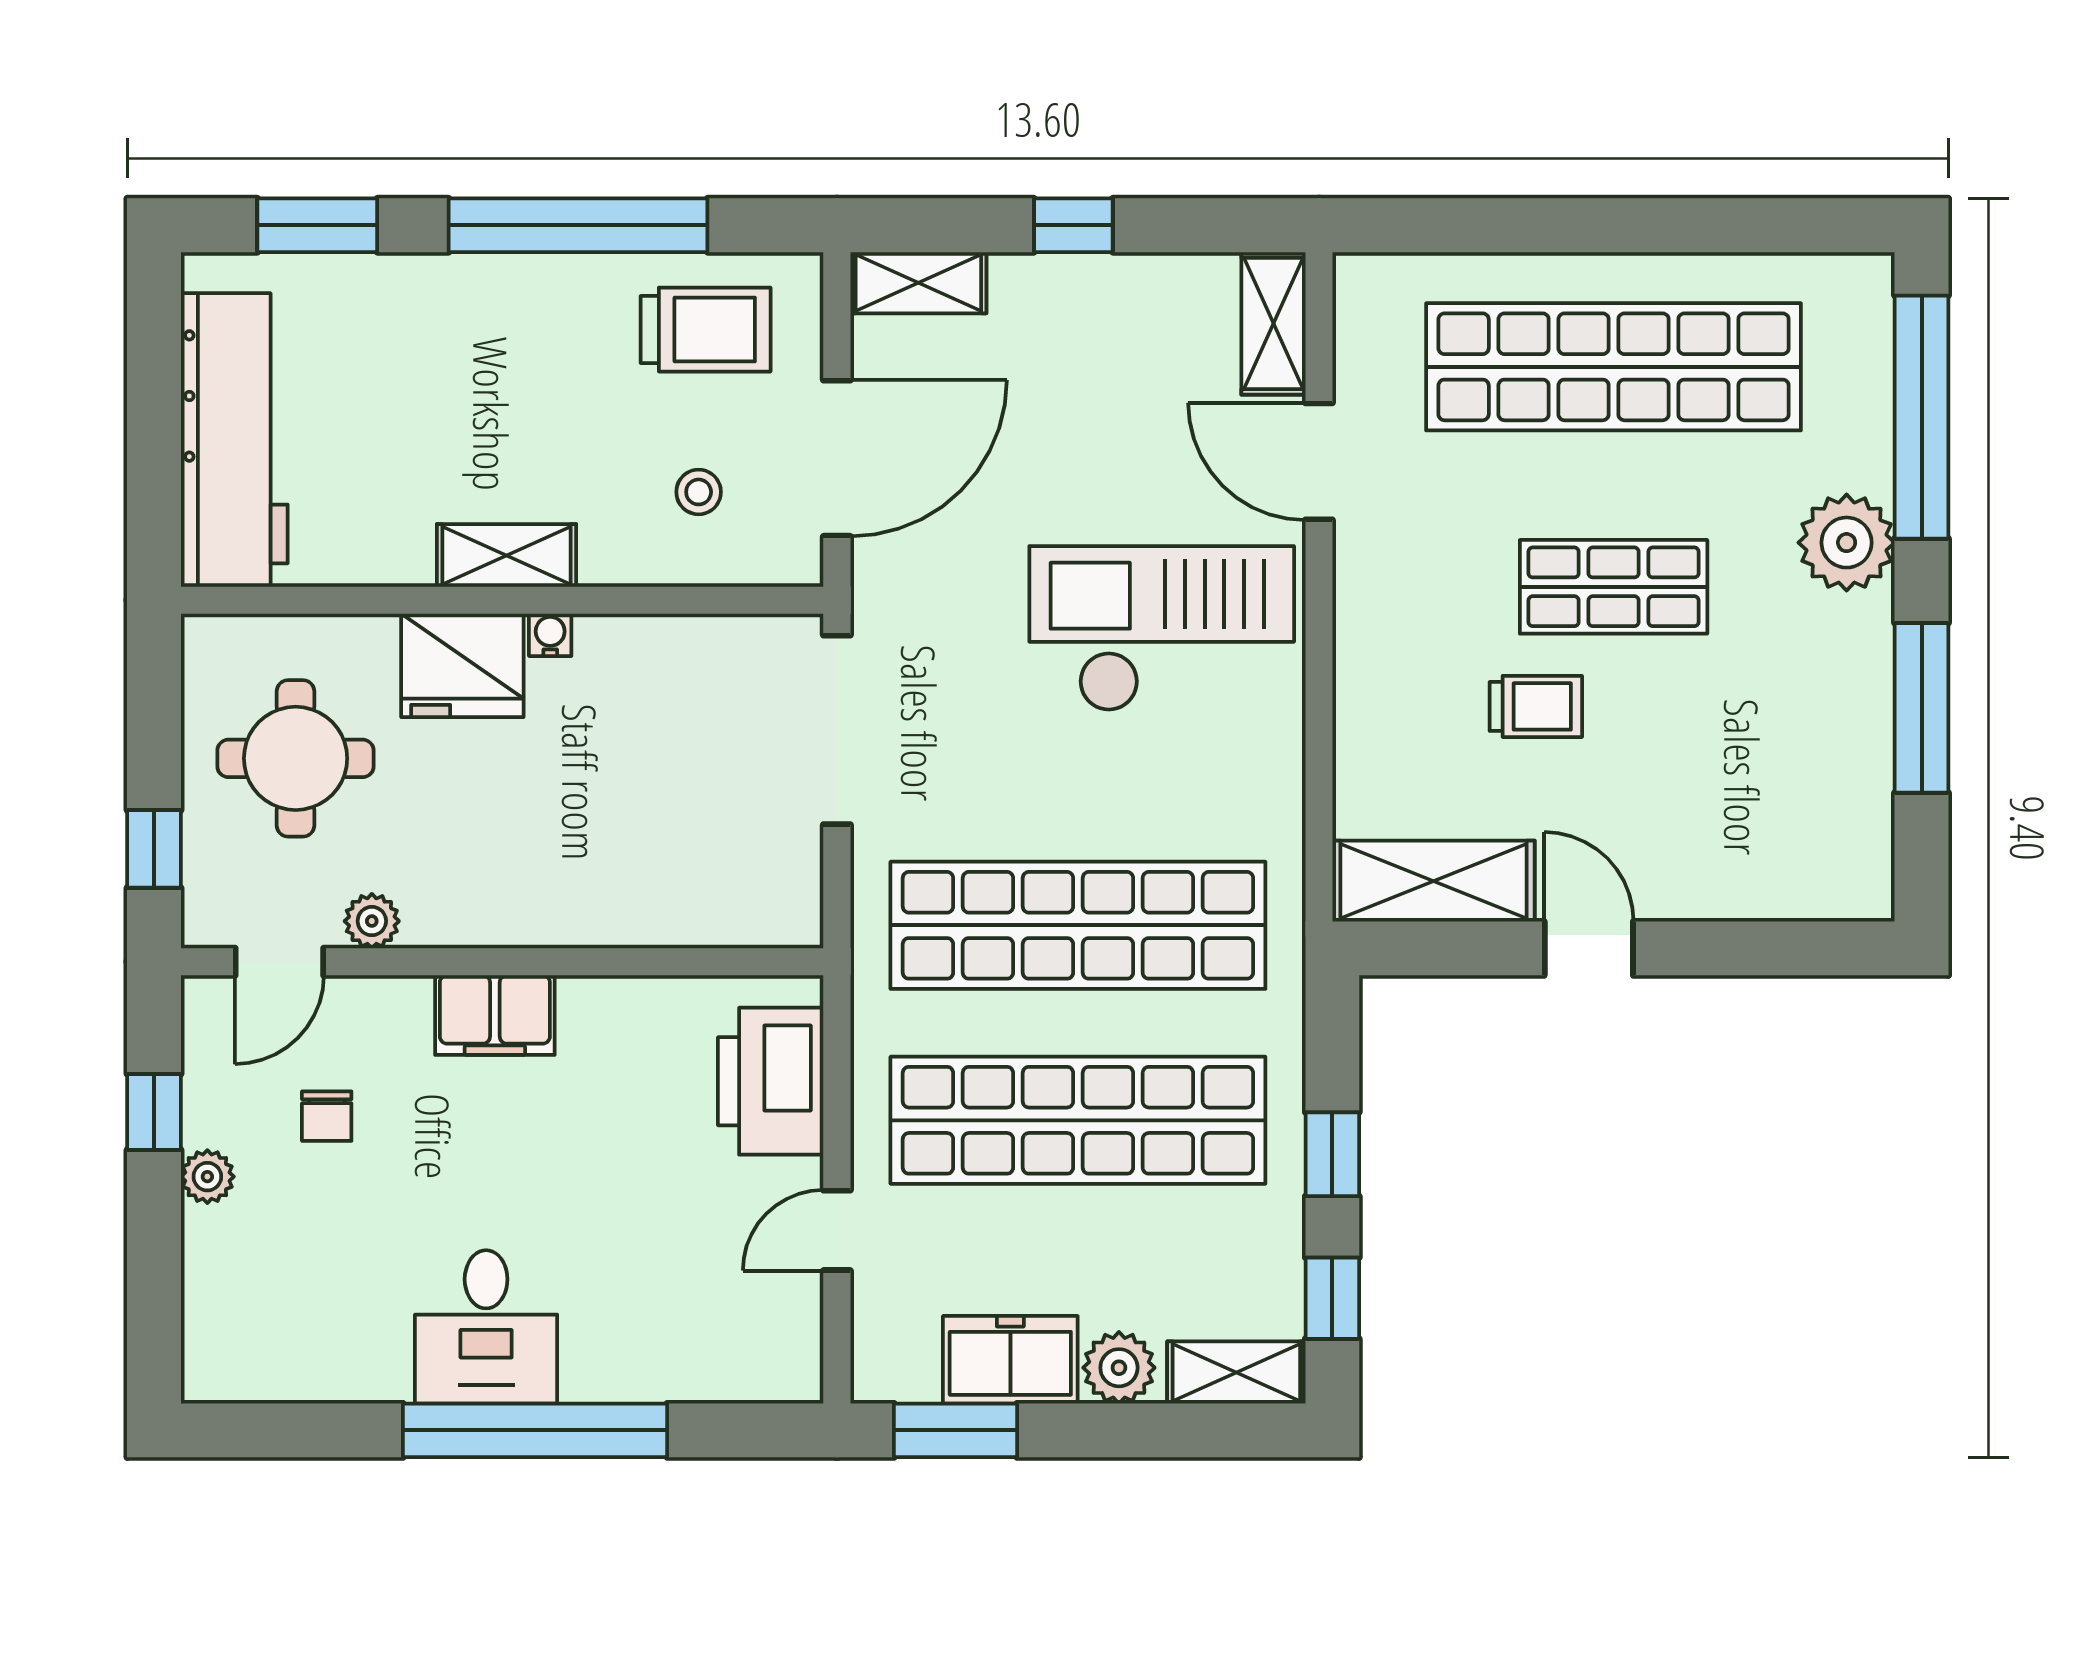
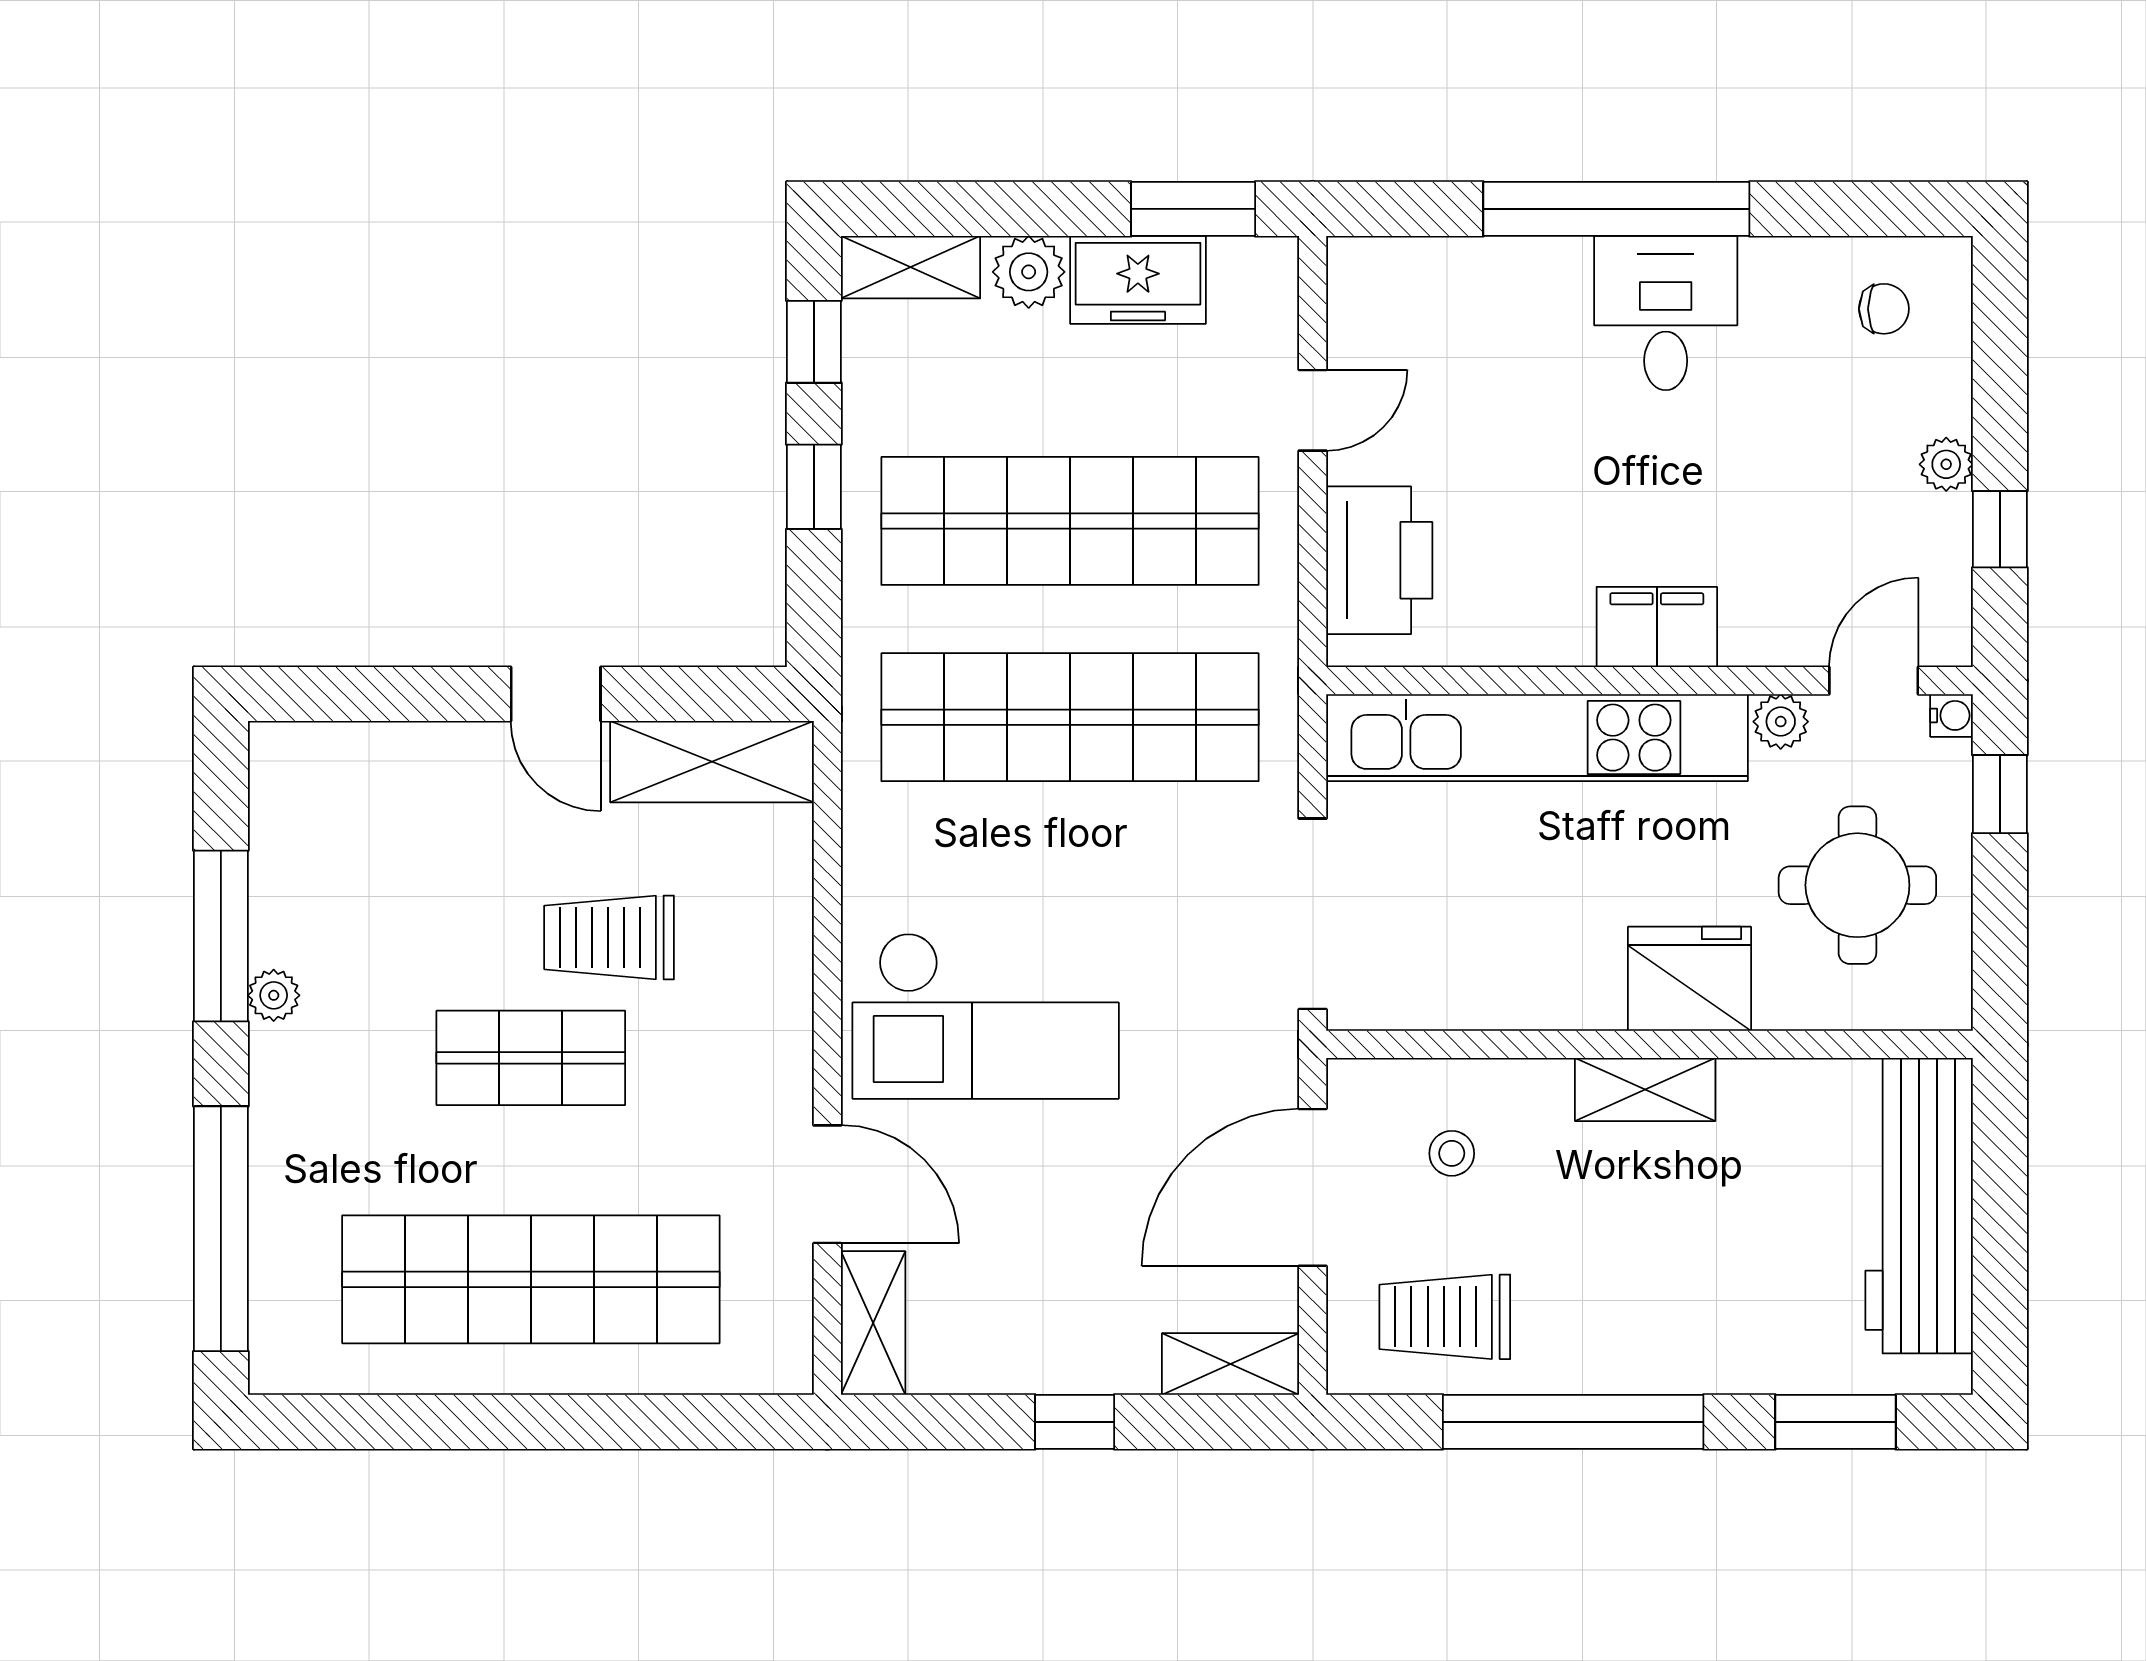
plant: (1847, 543) -> (274, 995), moved, width x0.53, depth x0.53
water cooler: (550, 635) -> (1952, 715), moved, turned -90
trolley: (1536, 706) -> (609, 937), width x1.36, depth x1.39
kitchen unit: (614, 905) -> (1537, 738), added
chair: (327, 1116) -> (1884, 309), moved, turned 90

